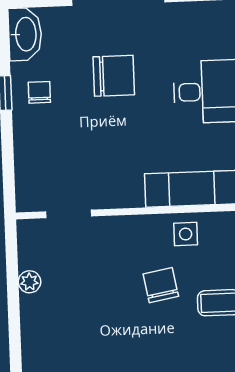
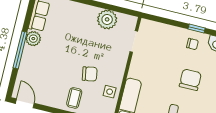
chair: (114, 76) -> (190, 80), turned 180
plant: (29, 282) -> (107, 19), width x1.87, depth x1.87

